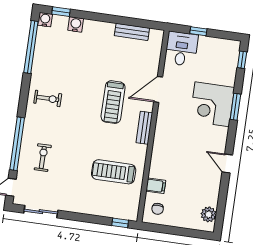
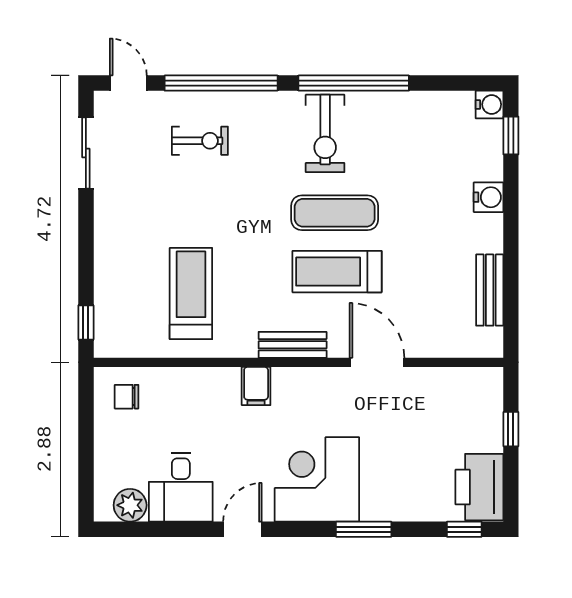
water cooler: (76, 24) -> (488, 197), moved
window: (31, 47) -> (354, 83), moved
desk: (181, 49) -> (181, 487), moved, turned 90
printer: (223, 50) -> (479, 487), added
exercise bike: (48, 98) -> (325, 133), width x1.38, depth x1.39
exercise mat: (85, 99) -> (335, 213), added
corner desk: (212, 104) -> (317, 479), moved
filing cabinet: (156, 186) -> (256, 386), moved

